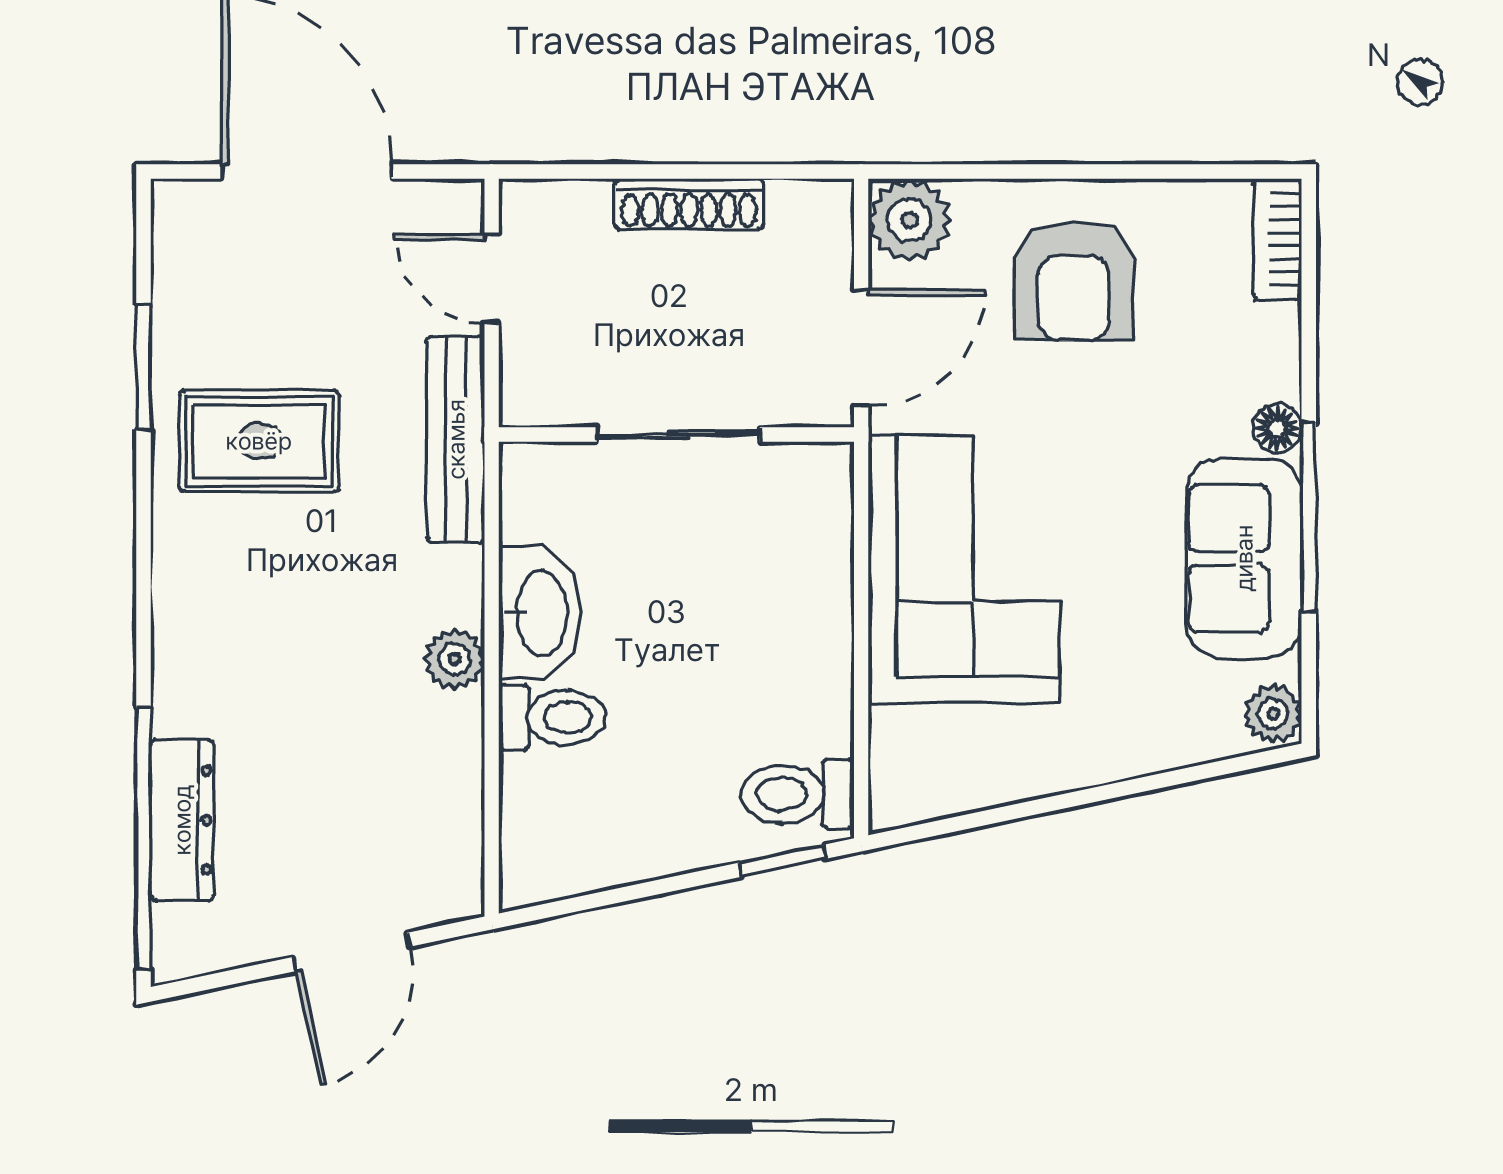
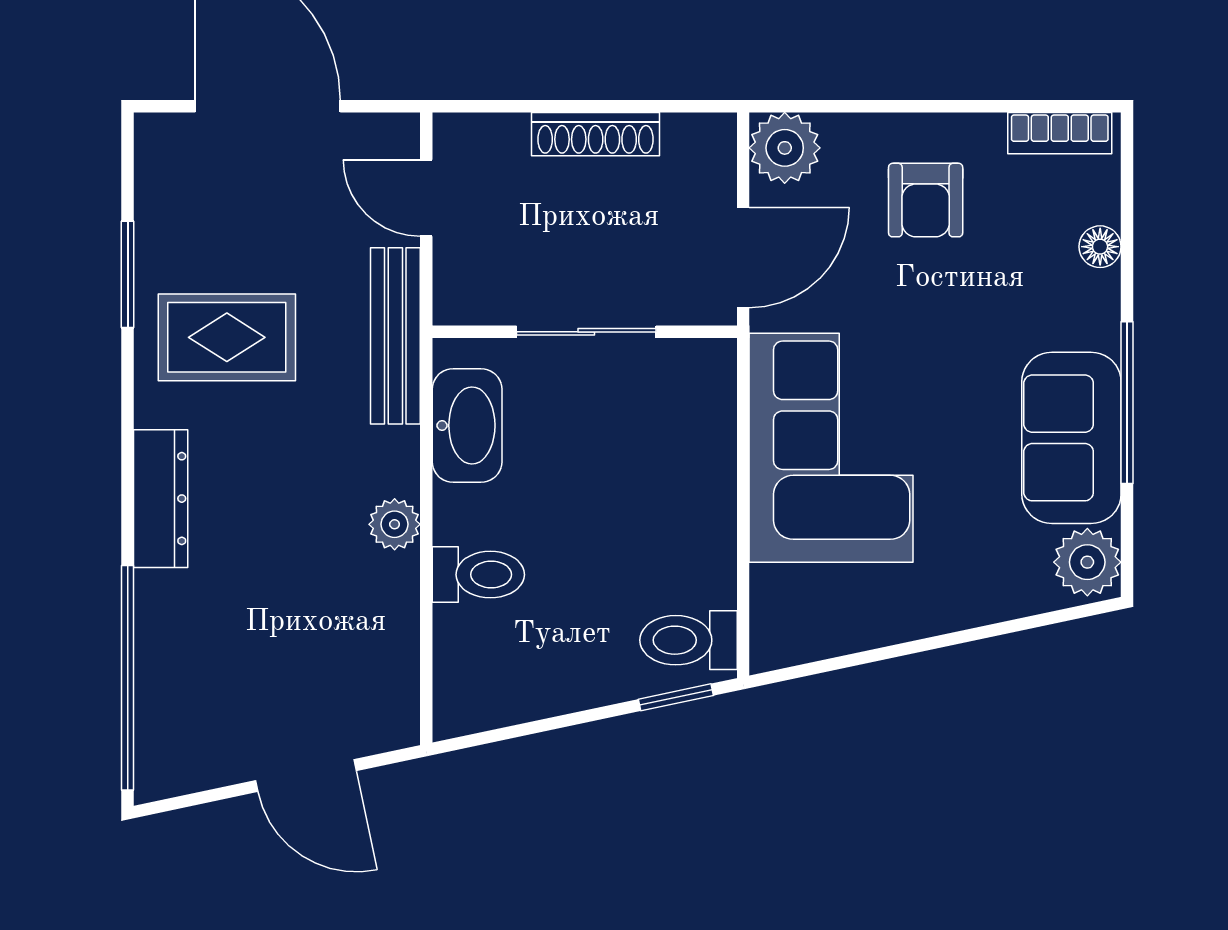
bookcase: (1278, 239) -> (1060, 133), moved, turned -90
armchair: (1074, 281) -> (926, 200), width x0.72, depth x0.72
floor lamp: (1277, 428) -> (1100, 247), moved
washbasin: (539, 613) -> (467, 425), moved
plant: (1273, 714) -> (1087, 562), width x1.38, depth x1.38
dresser: (182, 820) -> (161, 499), moved
door: (351, 952) -> (306, 776), hinge flipped

